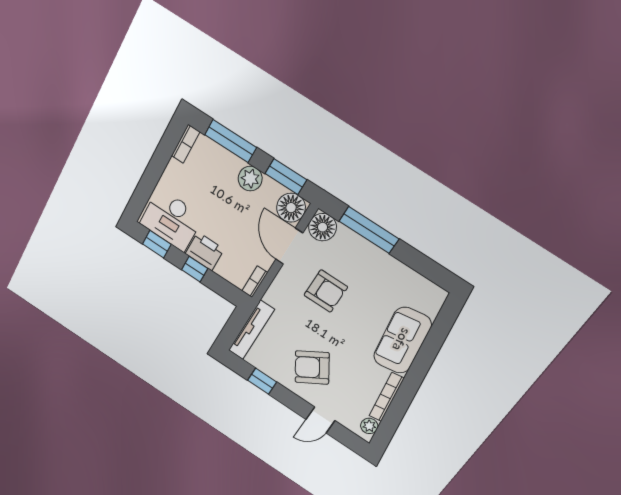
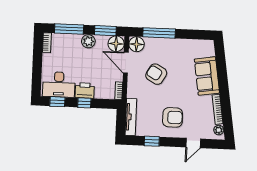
armchair: (326, 291) -> (156, 74), turned -150
armchair: (312, 368) -> (173, 117), turned -148

